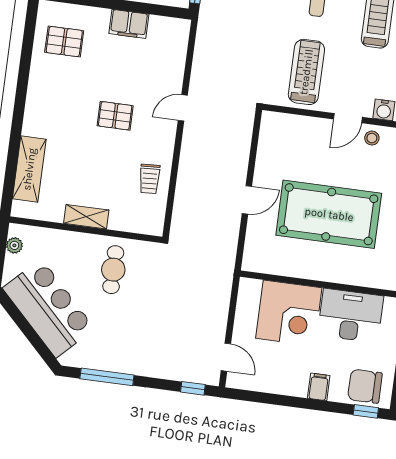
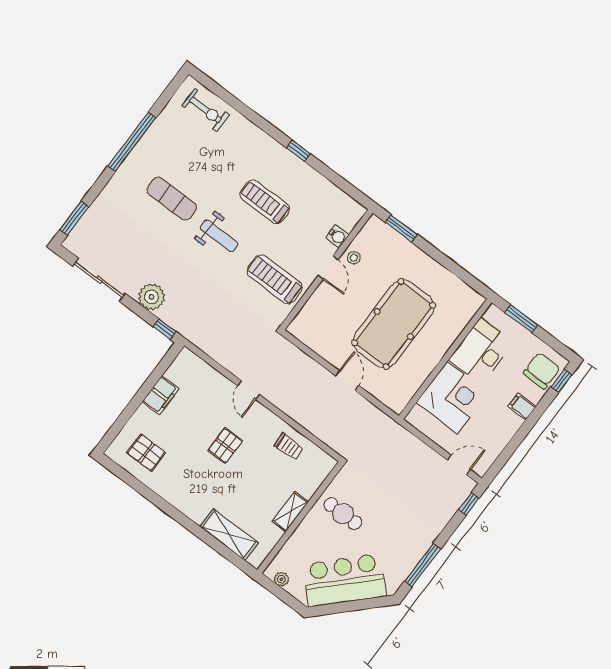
pallet: (64, 42) -> (146, 453), turned 90
chair: (365, 386) -> (542, 371), turned 180

